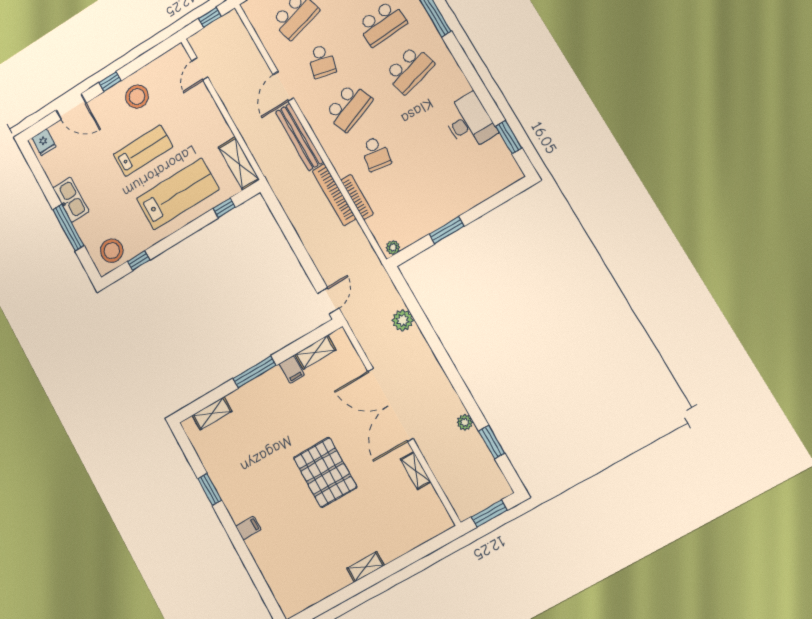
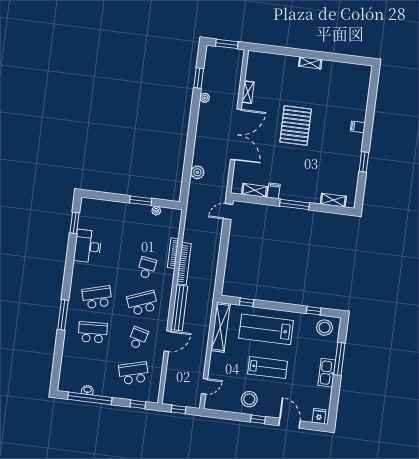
lab bench: (143, 150) -> (268, 368), turned 180
shelving: (239, 163) -> (220, 327), width x1.47
plant: (393, 247) -> (156, 211), moved

